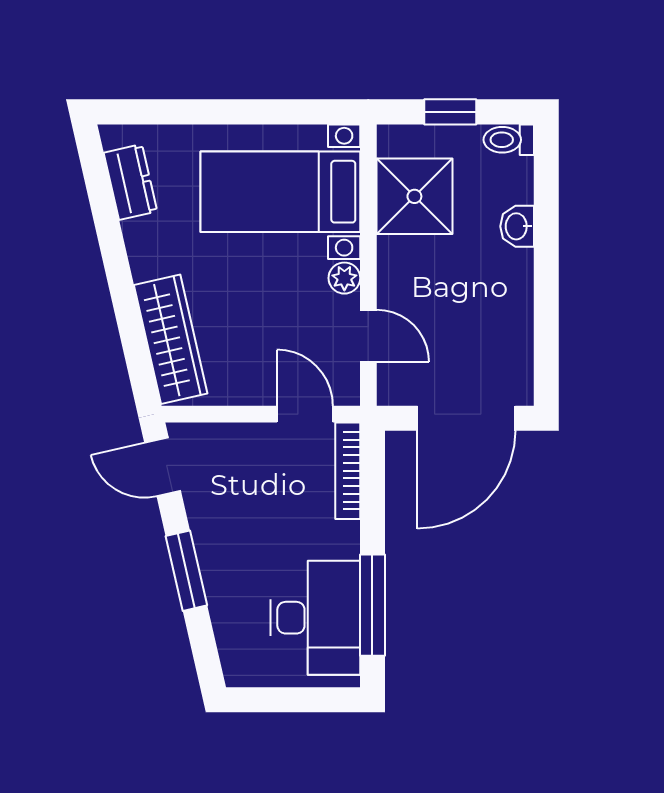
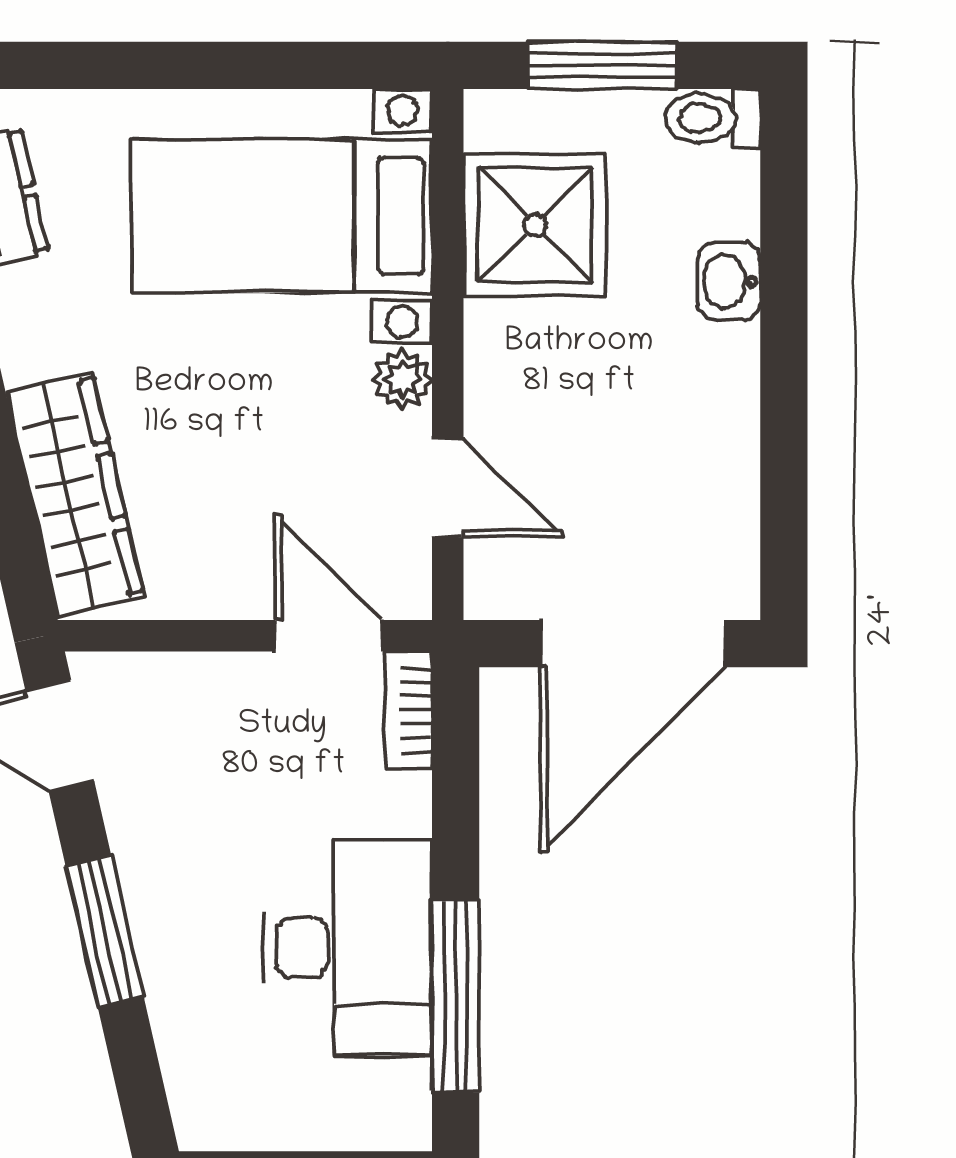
window: (450, 112) -> (603, 65), width x1.50
bookcase: (348, 471) -> (409, 710), width x0.64
desk: (315, 618) -> (348, 948), moved

